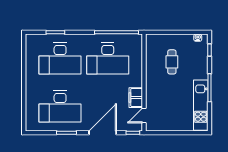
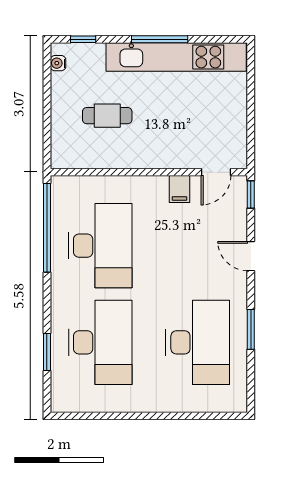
filing cabinet: (136, 98) -> (179, 189), width x0.50
kitchen unit: (201, 105) -> (176, 57), width x1.36
door: (144, 116) -> (216, 172), hinge flipped
door: (103, 133) -> (251, 256), width x0.53

